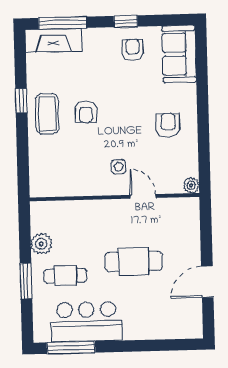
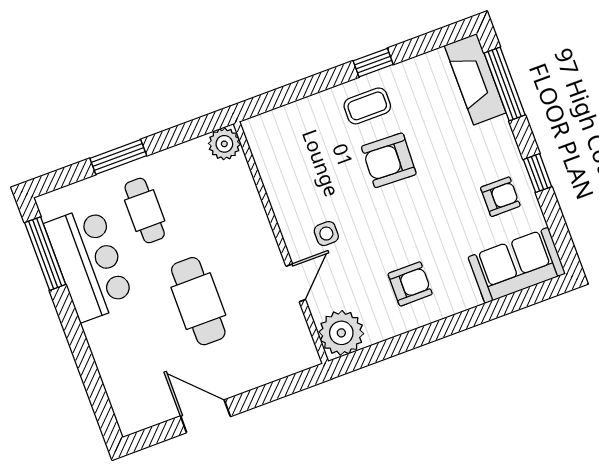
armchair: (86, 112) -> (389, 160), width x1.38, depth x1.38
coffee table: (47, 114) -> (367, 106), width x0.73, depth x0.77
plant: (191, 185) -> (341, 333), width x1.87, depth x1.87
plant: (41, 244) -> (224, 144), moved

